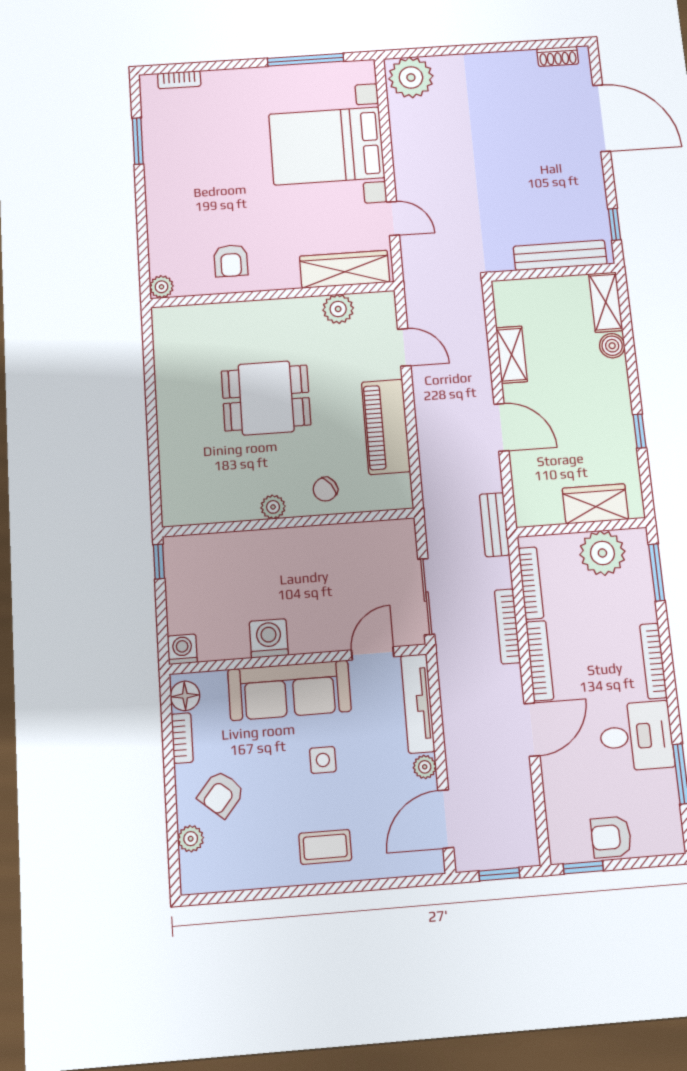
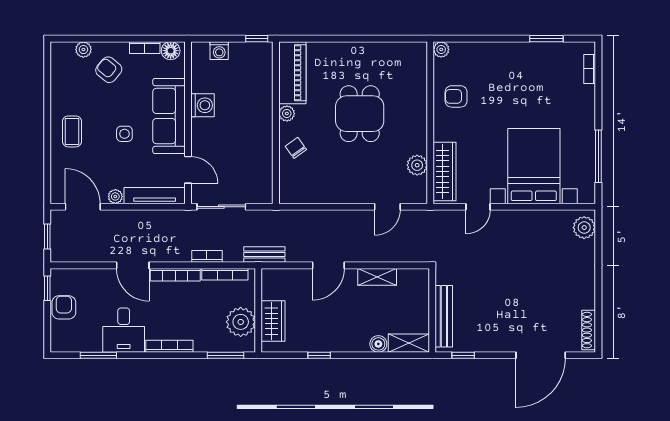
shoe rack: (558, 56) -> (589, 330), width x1.43
plant: (411, 77) -> (584, 228), width x0.73, depth x0.73
piano: (386, 427) -> (292, 73), moved, turned 90
bookcase: (507, 626) -> (207, 256), width x0.64
washing machine: (182, 649) -> (219, 51), moved, turned 90

